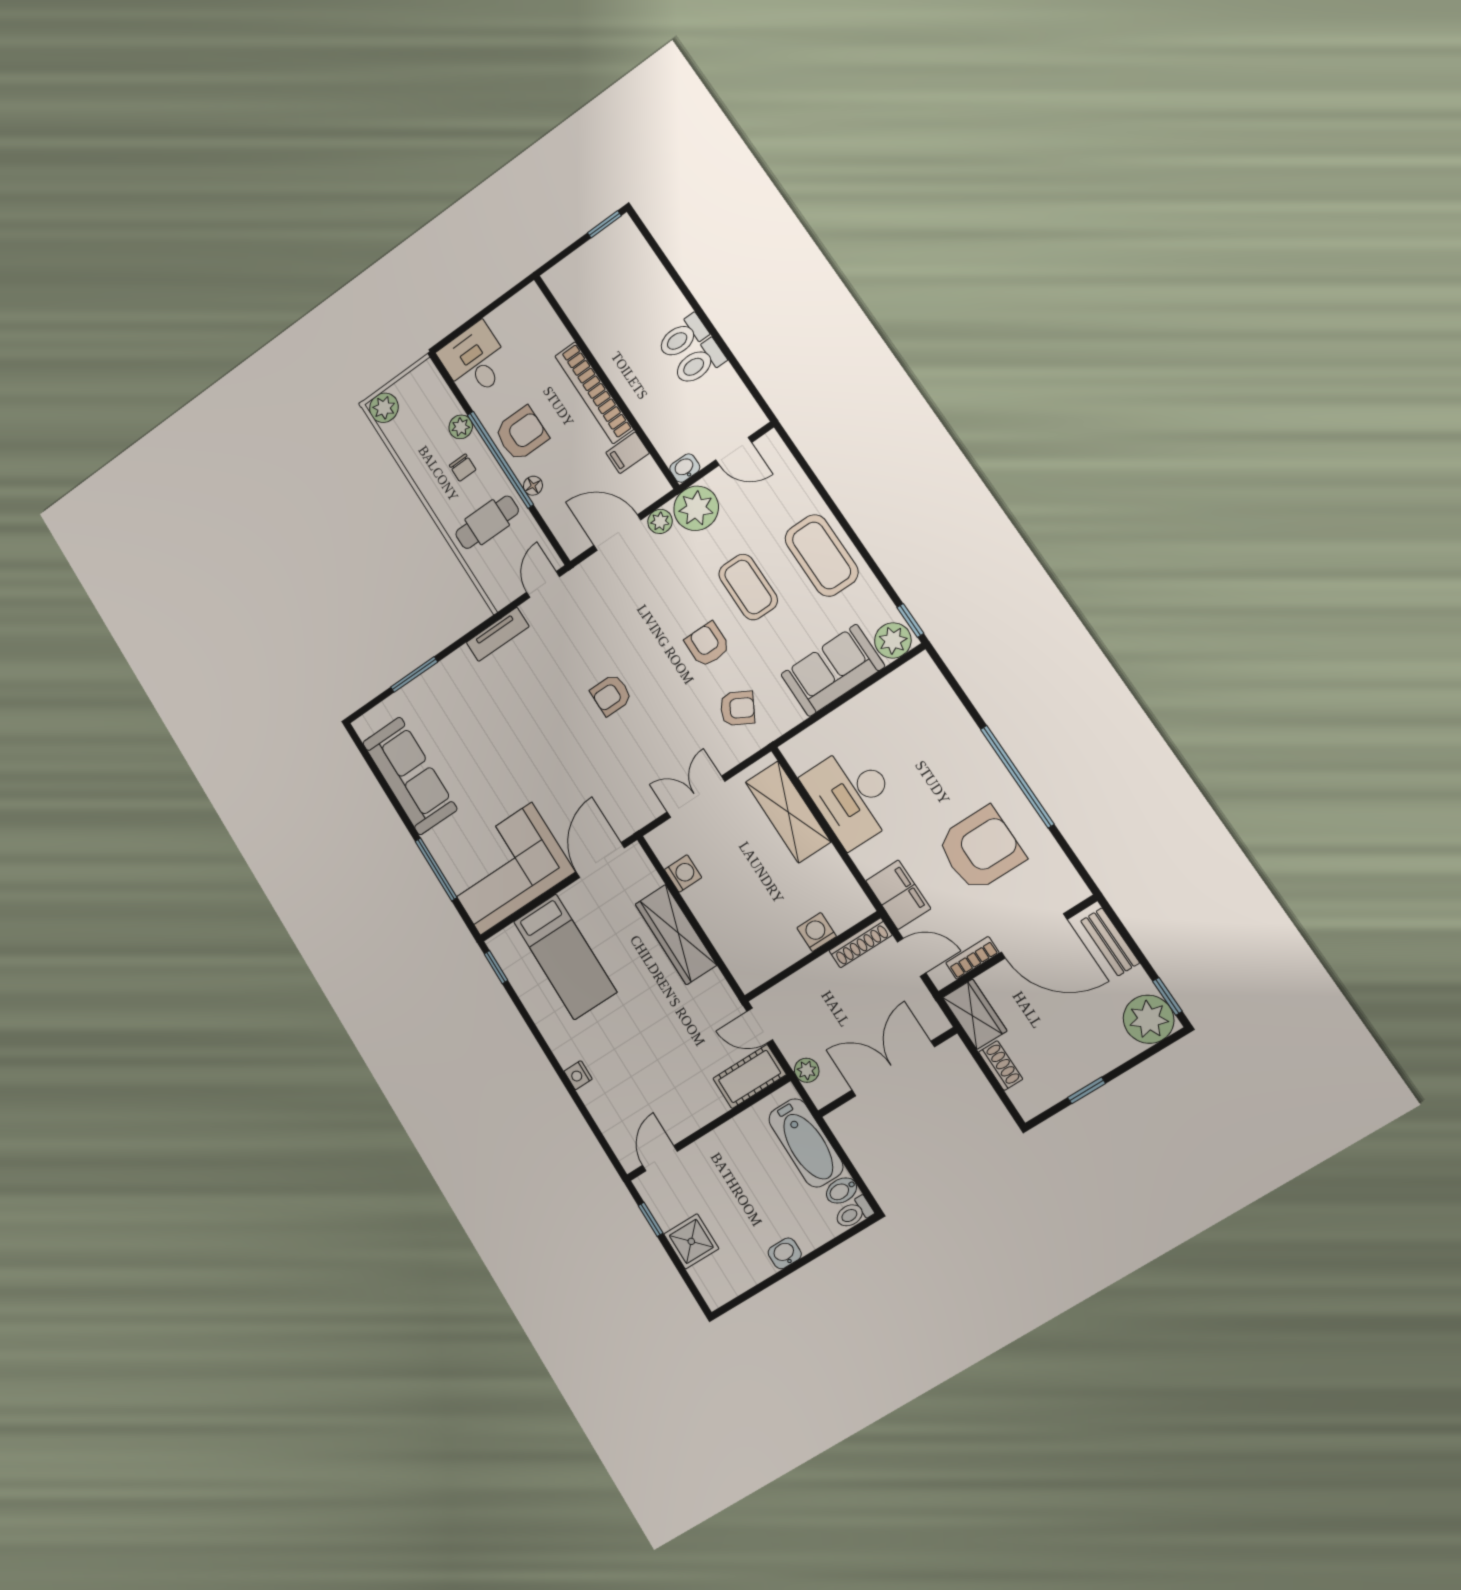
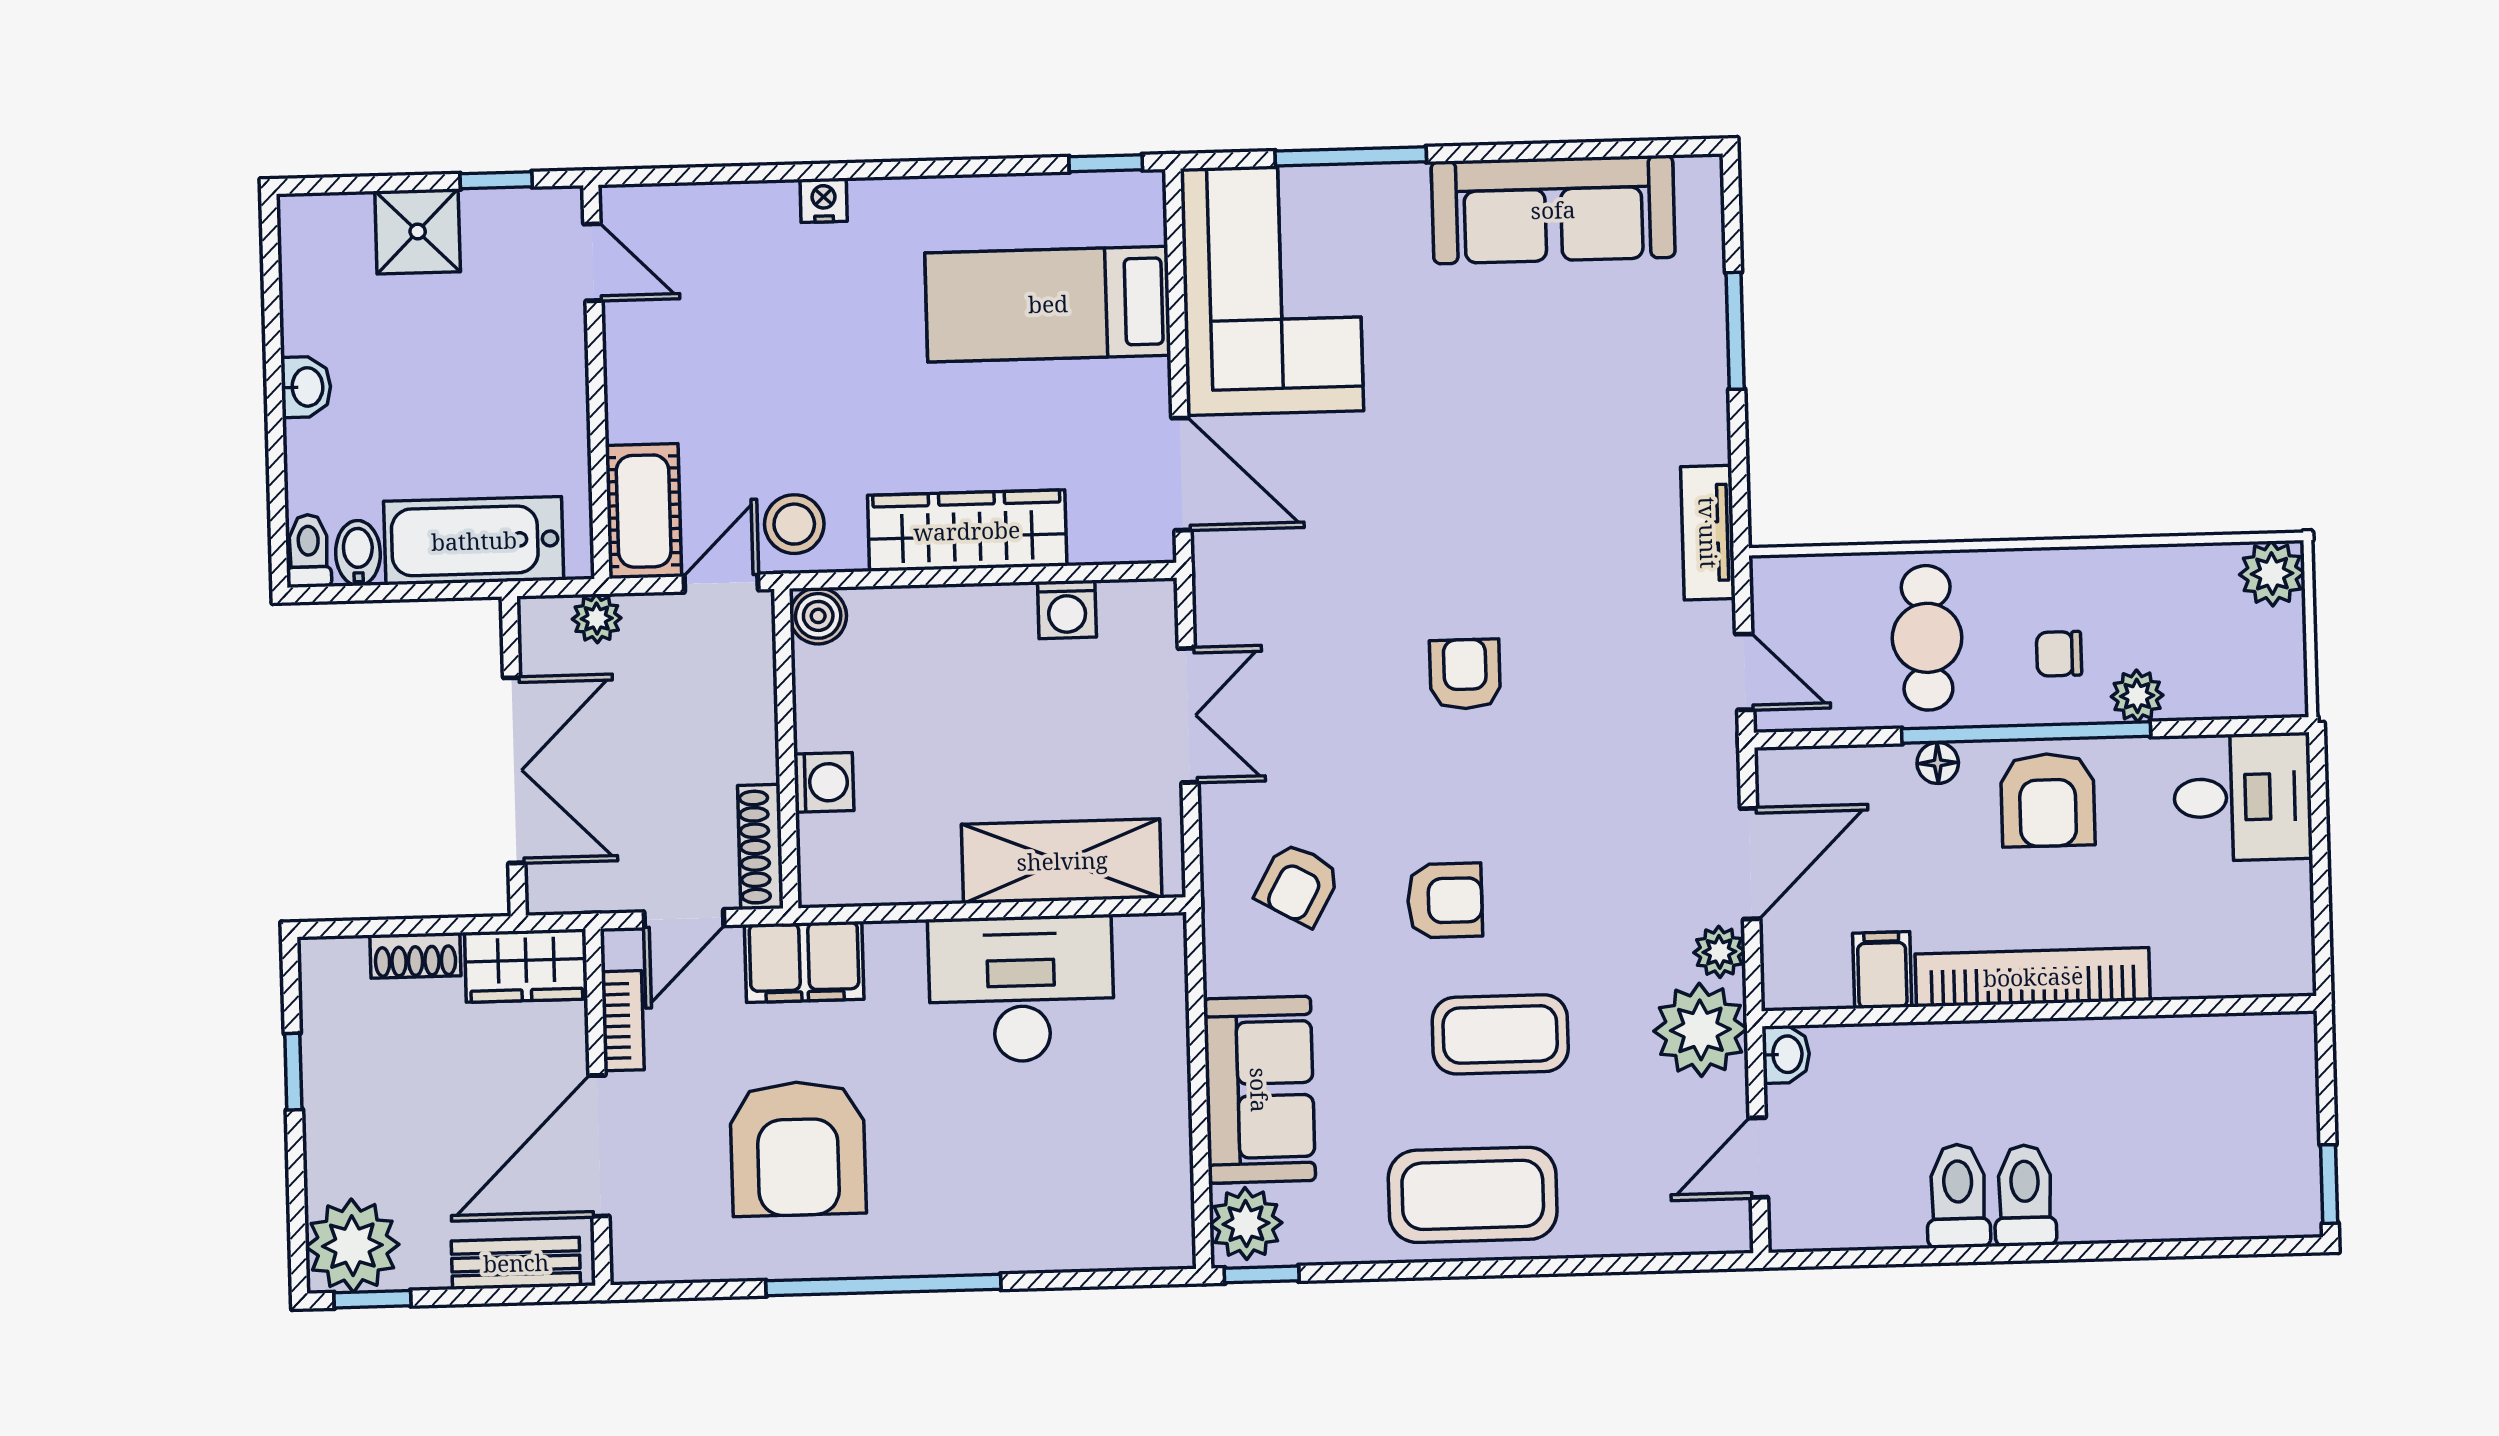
boiler: (749, 976) -> (818, 616), added
stool: (717, 1009) -> (794, 524), added

